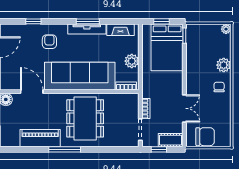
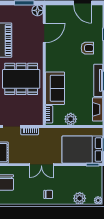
plant: (224, 65) -> (80, 198), moved
sofa: (80, 76) -> (55, 88), width x0.54, depth x0.79
double door: (184, 108) -> (41, 165), moved

